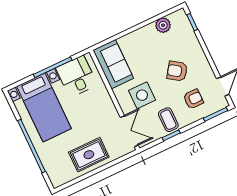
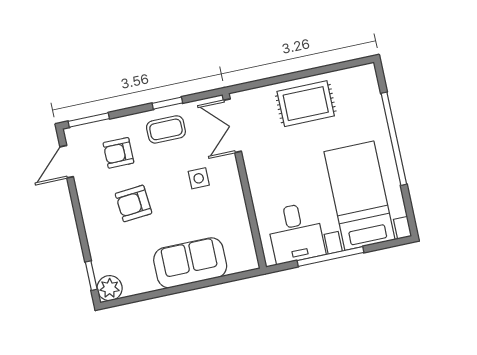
plant: (163, 25) -> (110, 288), moved
sofa: (113, 64) -> (190, 263), moved, turned 90
armchair: (177, 71) -> (133, 203), turned 140
side table: (142, 95) -> (199, 178), width x0.54, depth x0.54
coffee table: (168, 120) -> (166, 129), turned 90

